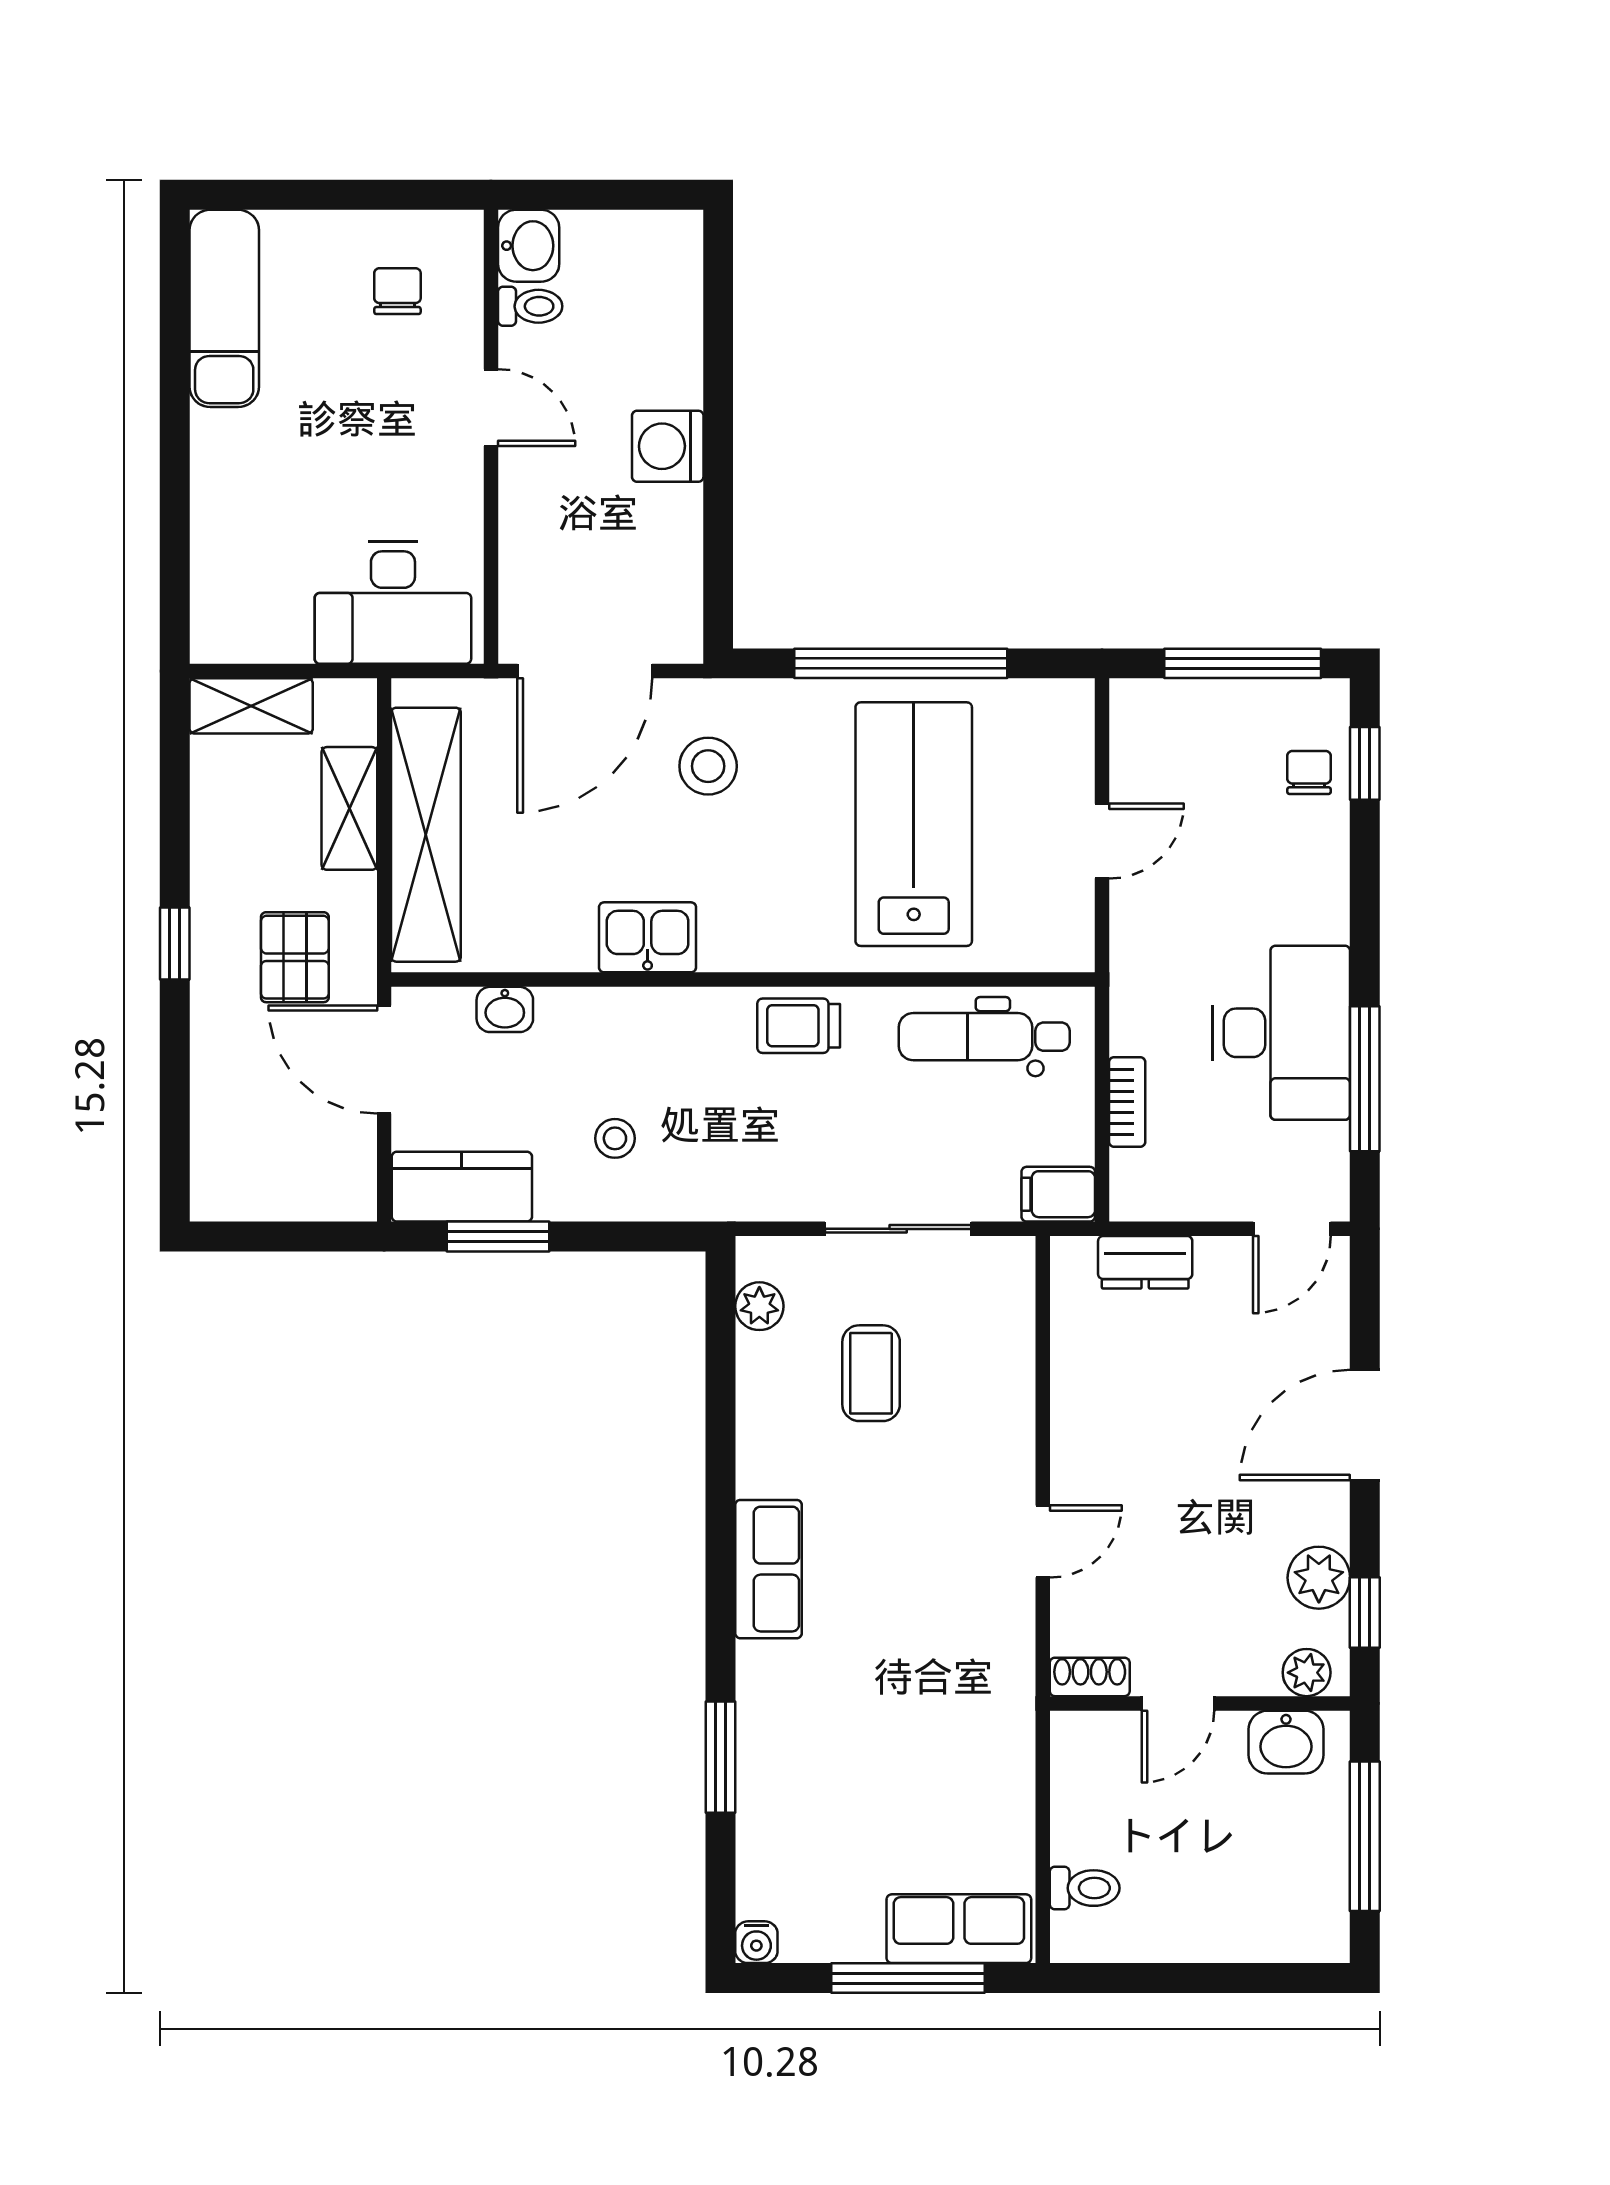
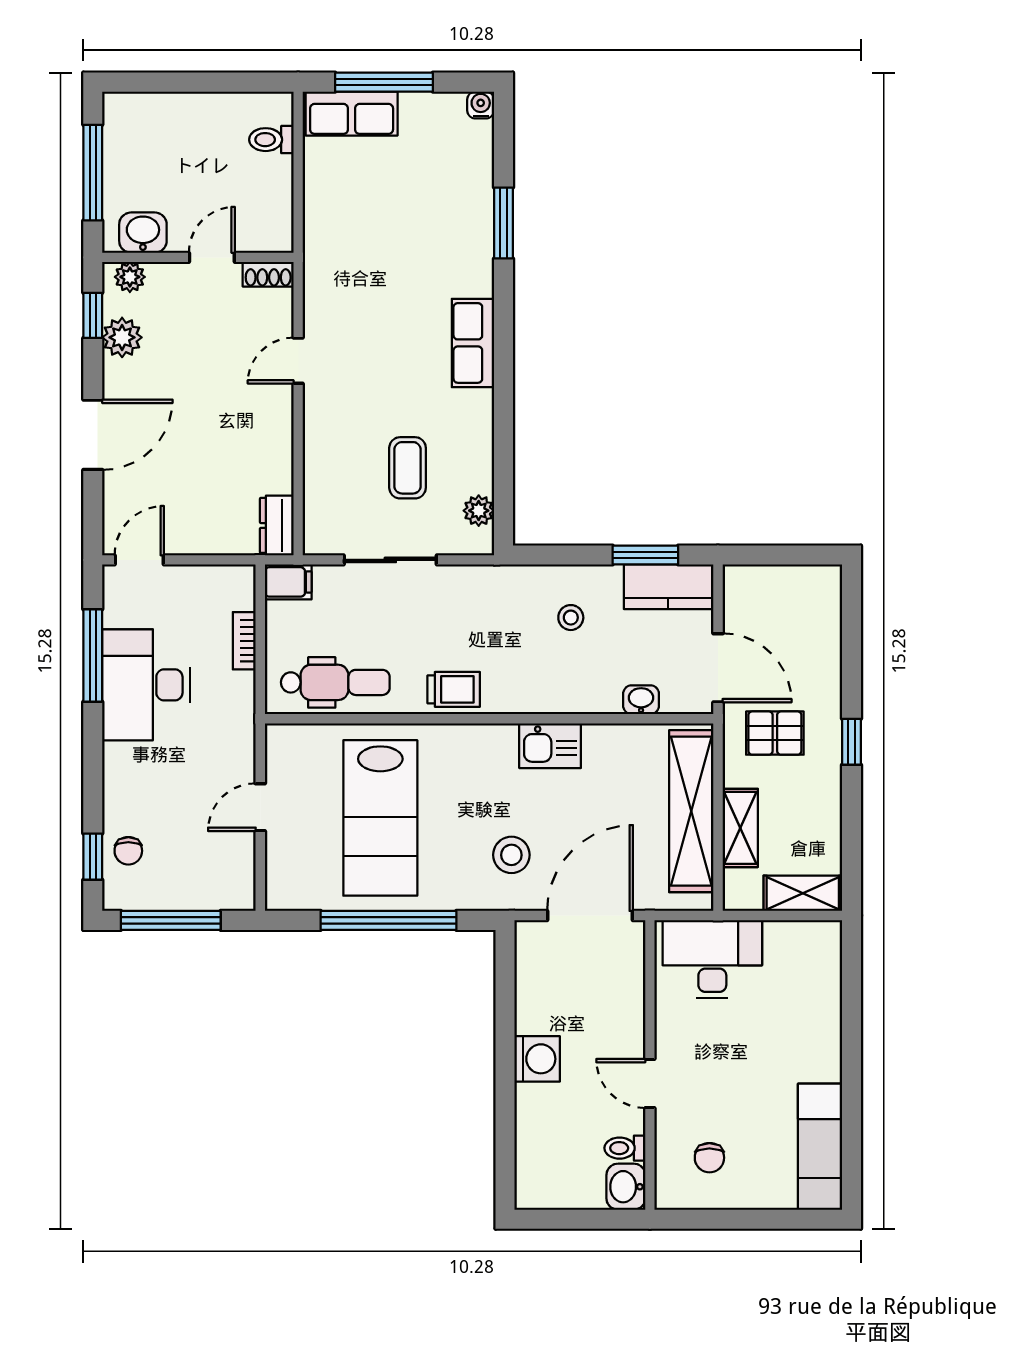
pallet: (295, 957) -> (775, 733), turned 90
dresser: (1145, 1262) -> (277, 525), moved, turned -90

